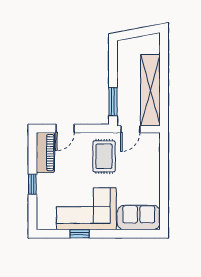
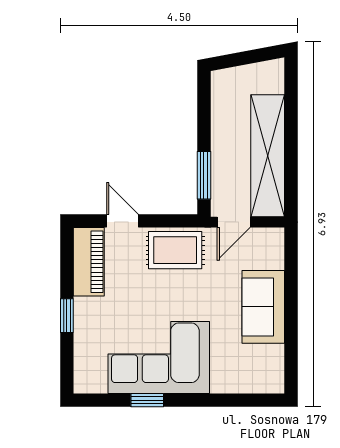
door: (65, 128) -> (122, 221), swing flipped
rug: (104, 156) -> (175, 250), moved, turned 90
sofa: (139, 218) -> (263, 307), moved, turned -90

